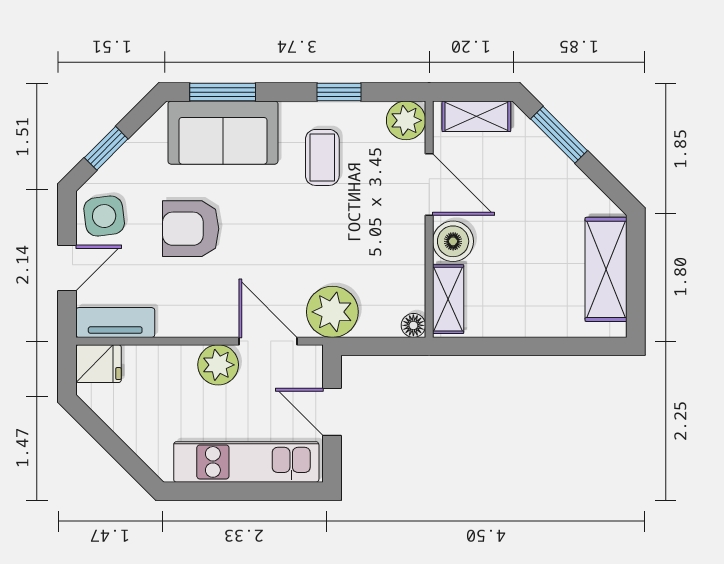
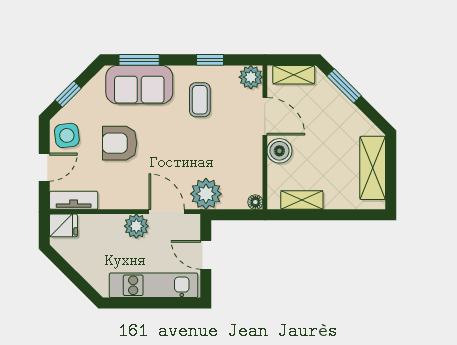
shelving: (448, 299) -> (302, 200), moved, turned 90

